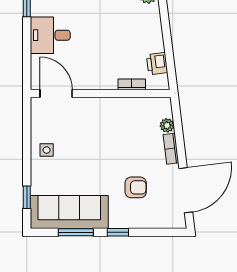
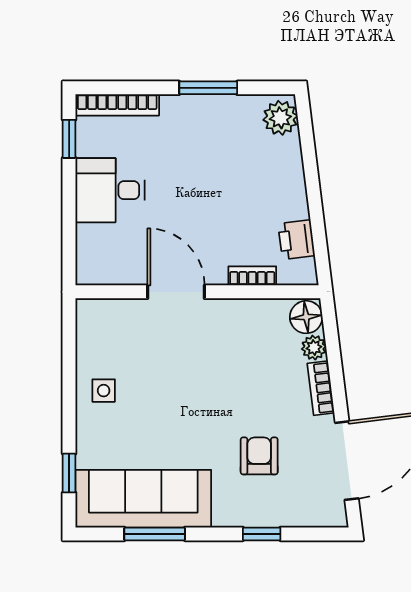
door: (56, 93) -> (176, 292), moved
floor lamp: (163, 108) -> (306, 317), added
armchair: (136, 187) -> (259, 456), turned -90
window: (118, 232) -> (262, 534), moved

